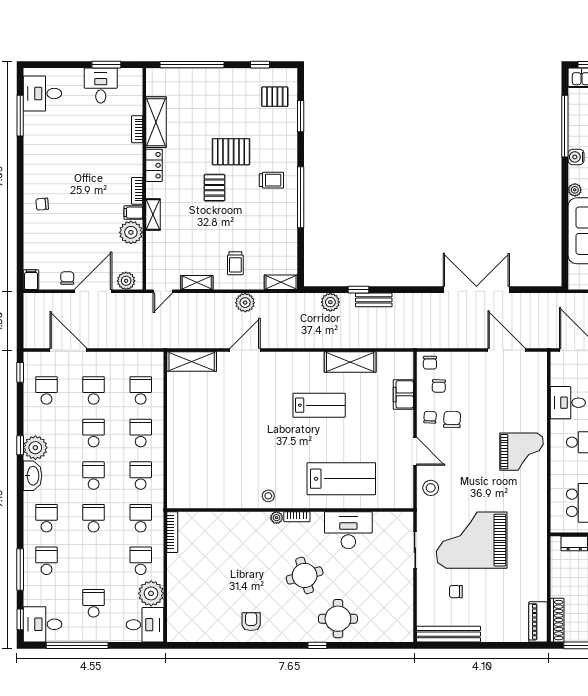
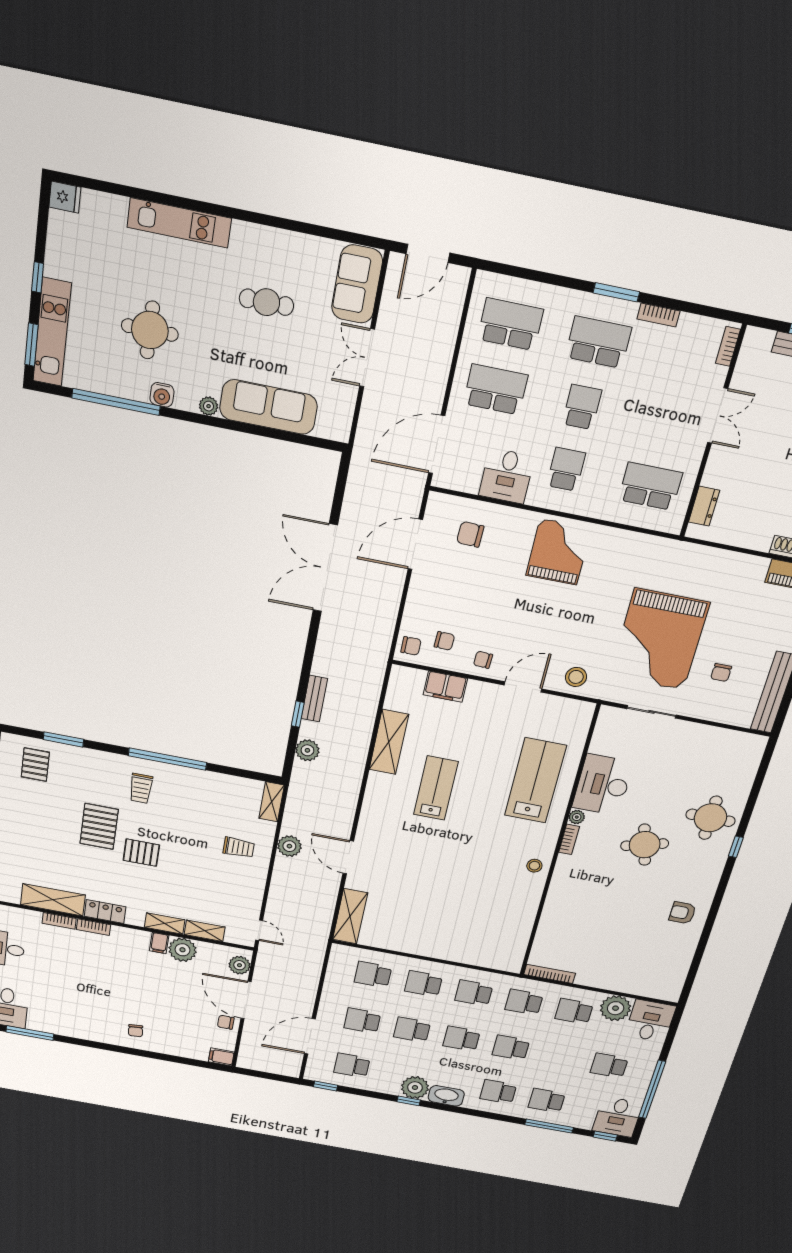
trolley: (271, 180) -> (141, 788), turned 180
bookcase: (137, 191) -> (93, 927), moved
shelving: (197, 283) -> (205, 931), moved, turned 90
chair: (452, 419) -> (470, 534), moved
plant: (277, 518) -> (577, 817), moved

